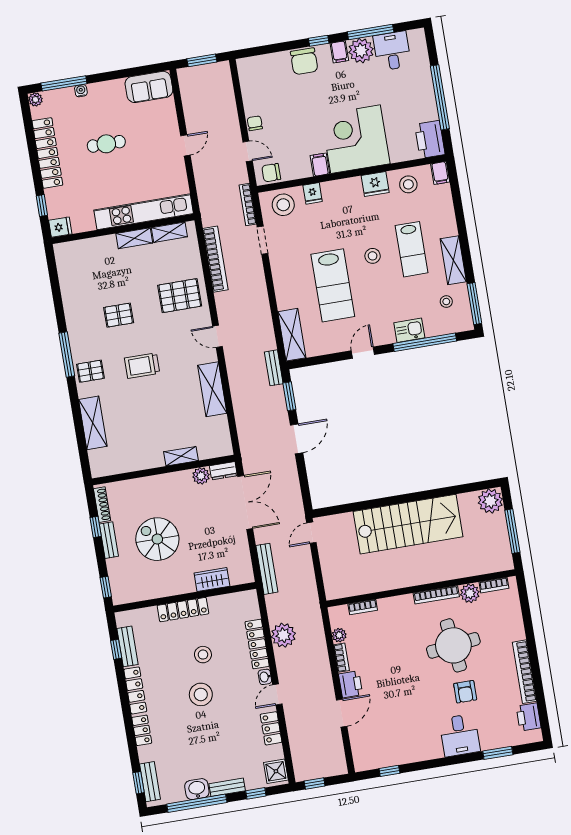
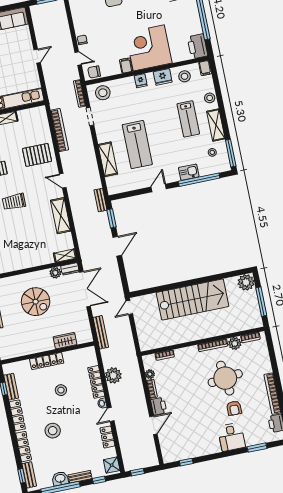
fridge: (313, 193) -> (141, 81), moved
shelving: (169, 232) -> (29, 114), removed
stool: (373, 256) -> (210, 98), moved
shelving: (292, 335) -> (108, 159), moved
shelving: (181, 456) -> (65, 256), moved
spiral stairs: (157, 539) -> (36, 302), moved, turned 180
stool: (201, 694) -> (53, 431), moved
locker: (142, 730) -> (24, 447), width x1.53

